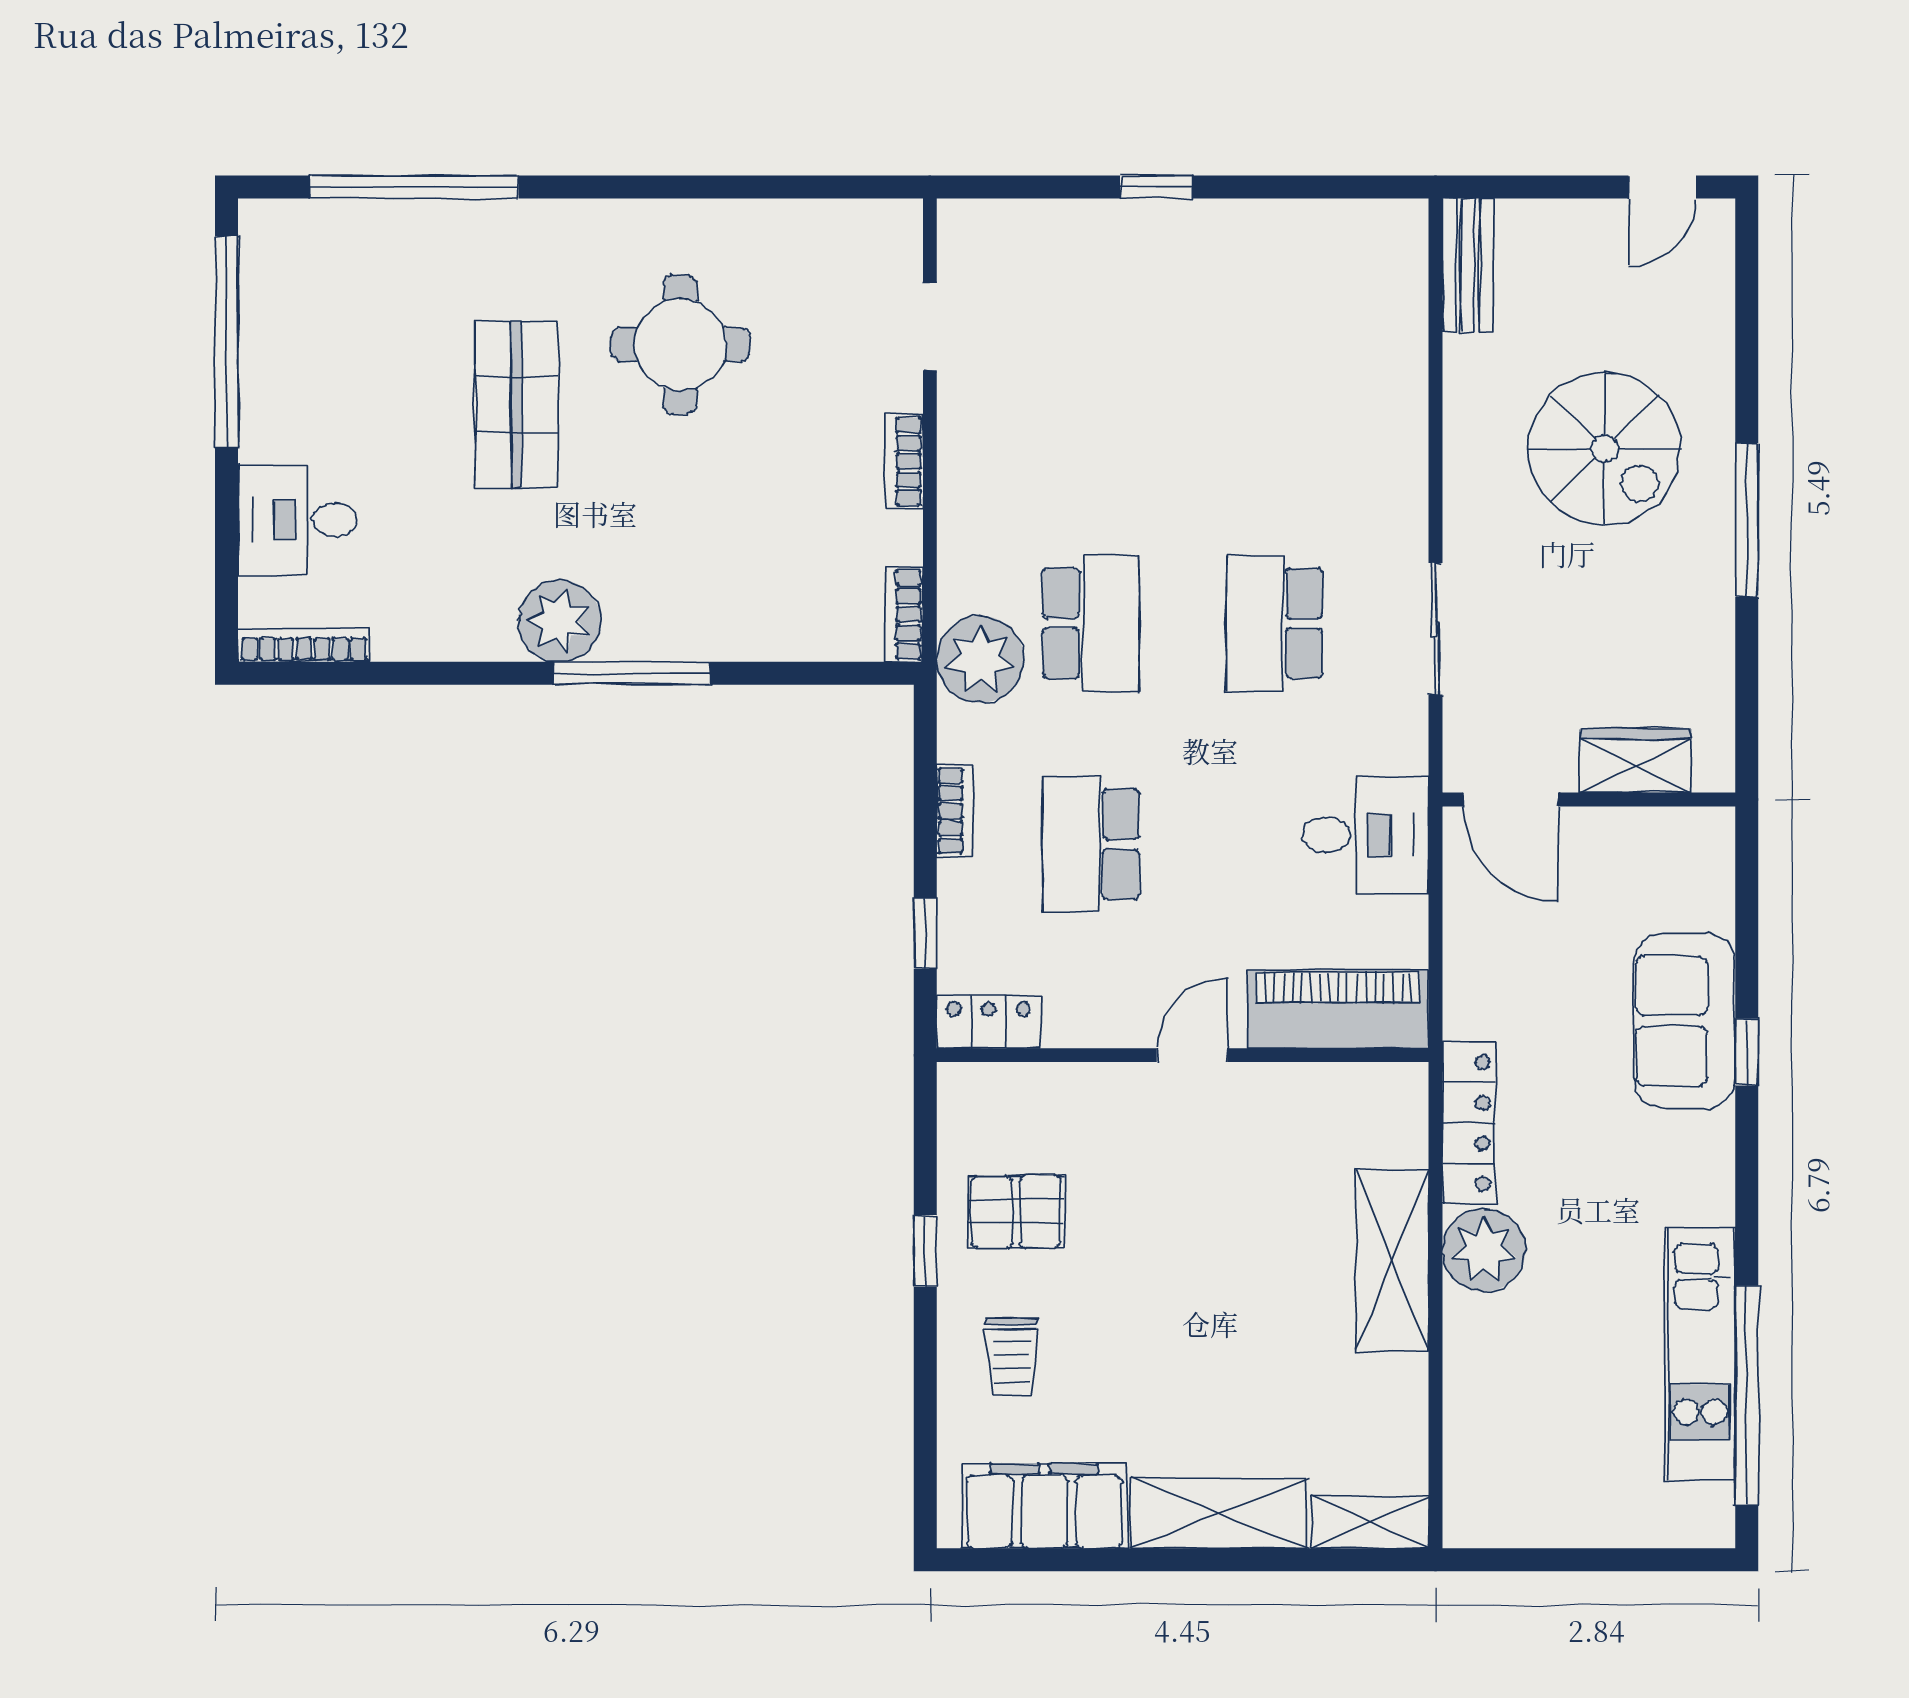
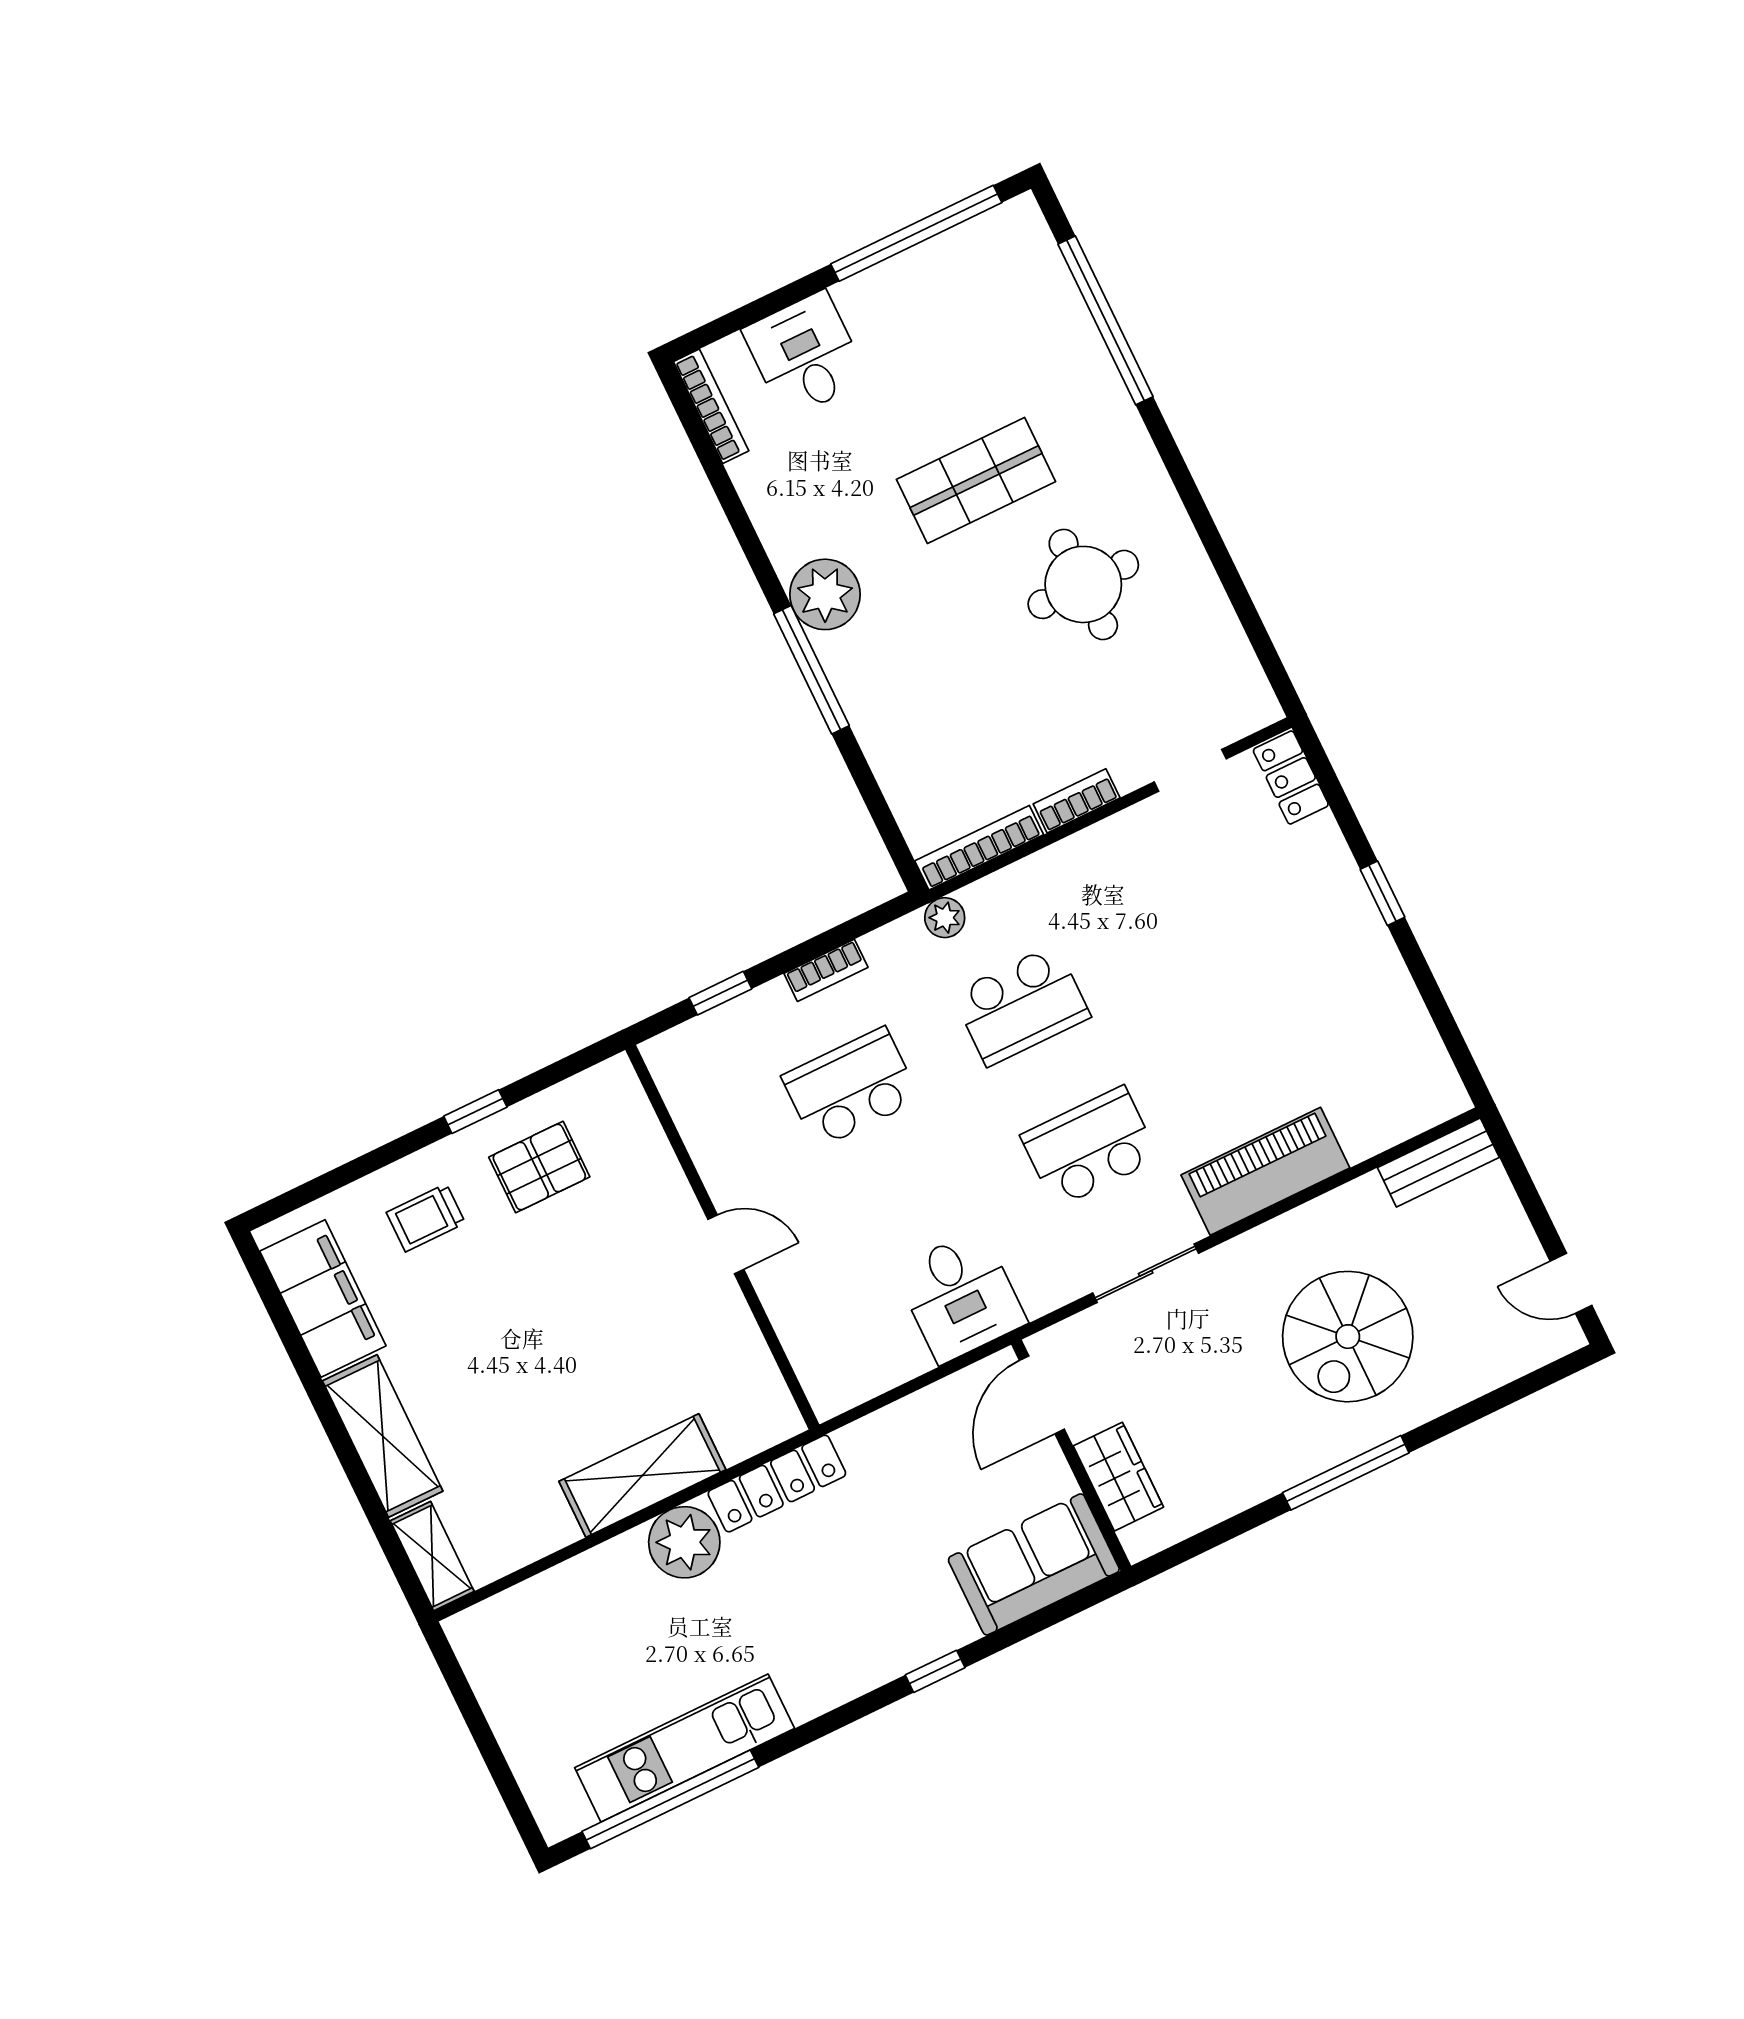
bookcase: (904, 614) -> (979, 848), width x1.56
plant: (980, 659) -> (945, 918), width x0.53, depth x0.53
piano: (1338, 1009) -> (1265, 1171), moved, turned -90
sofa: (1685, 1021) -> (1034, 1564), moved
locker: (988, 1022) -> (1291, 777), moved, turned 180
pallet: (1016, 1212) -> (539, 1167), turned 90

